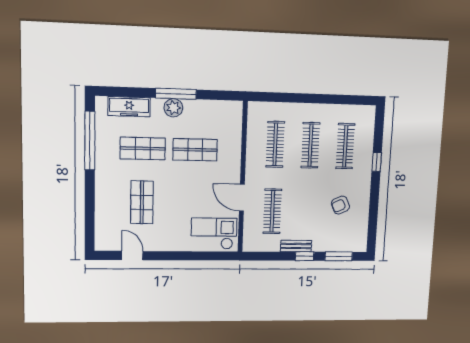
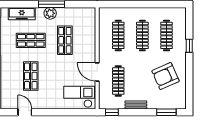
shop shelf: (195, 150) -> (65, 40), turned 90
armchair: (340, 205) -> (165, 76), width x1.88, depth x1.88
window: (305, 256) -> (112, 112), moved

